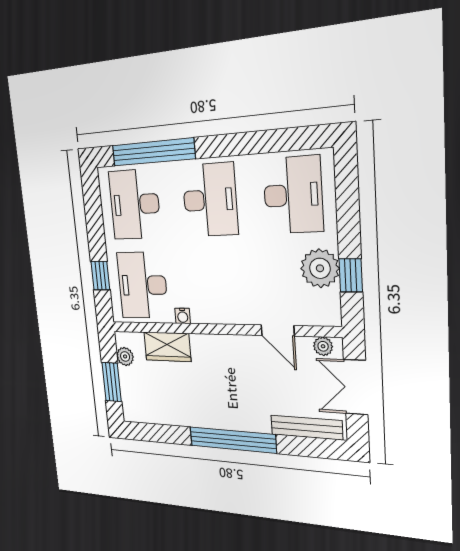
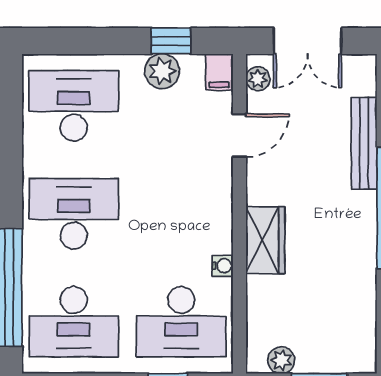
plant: (320, 268) -> (162, 71), width x0.73, depth x0.73
filing cabinet: (327, 315) -> (219, 72), added
wardrobe: (167, 347) -> (265, 240), moved
bench: (306, 428) -> (364, 143), moved

